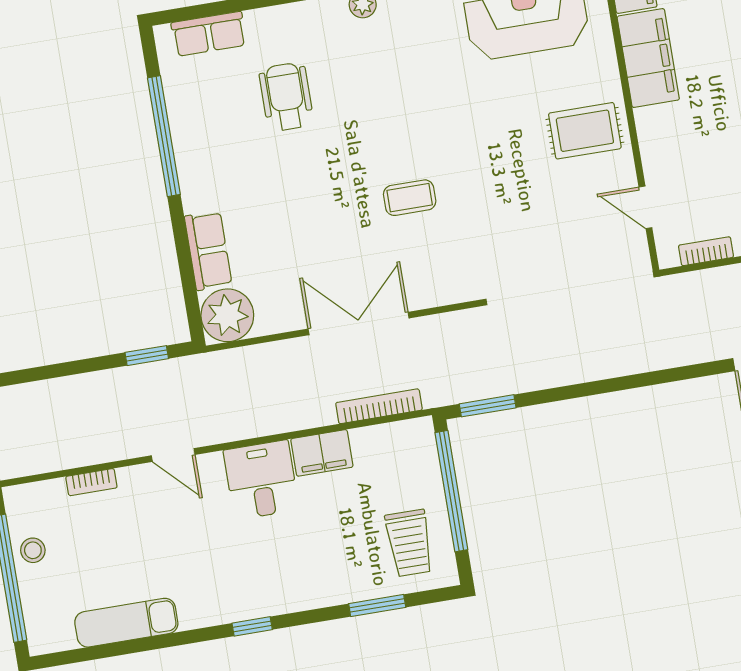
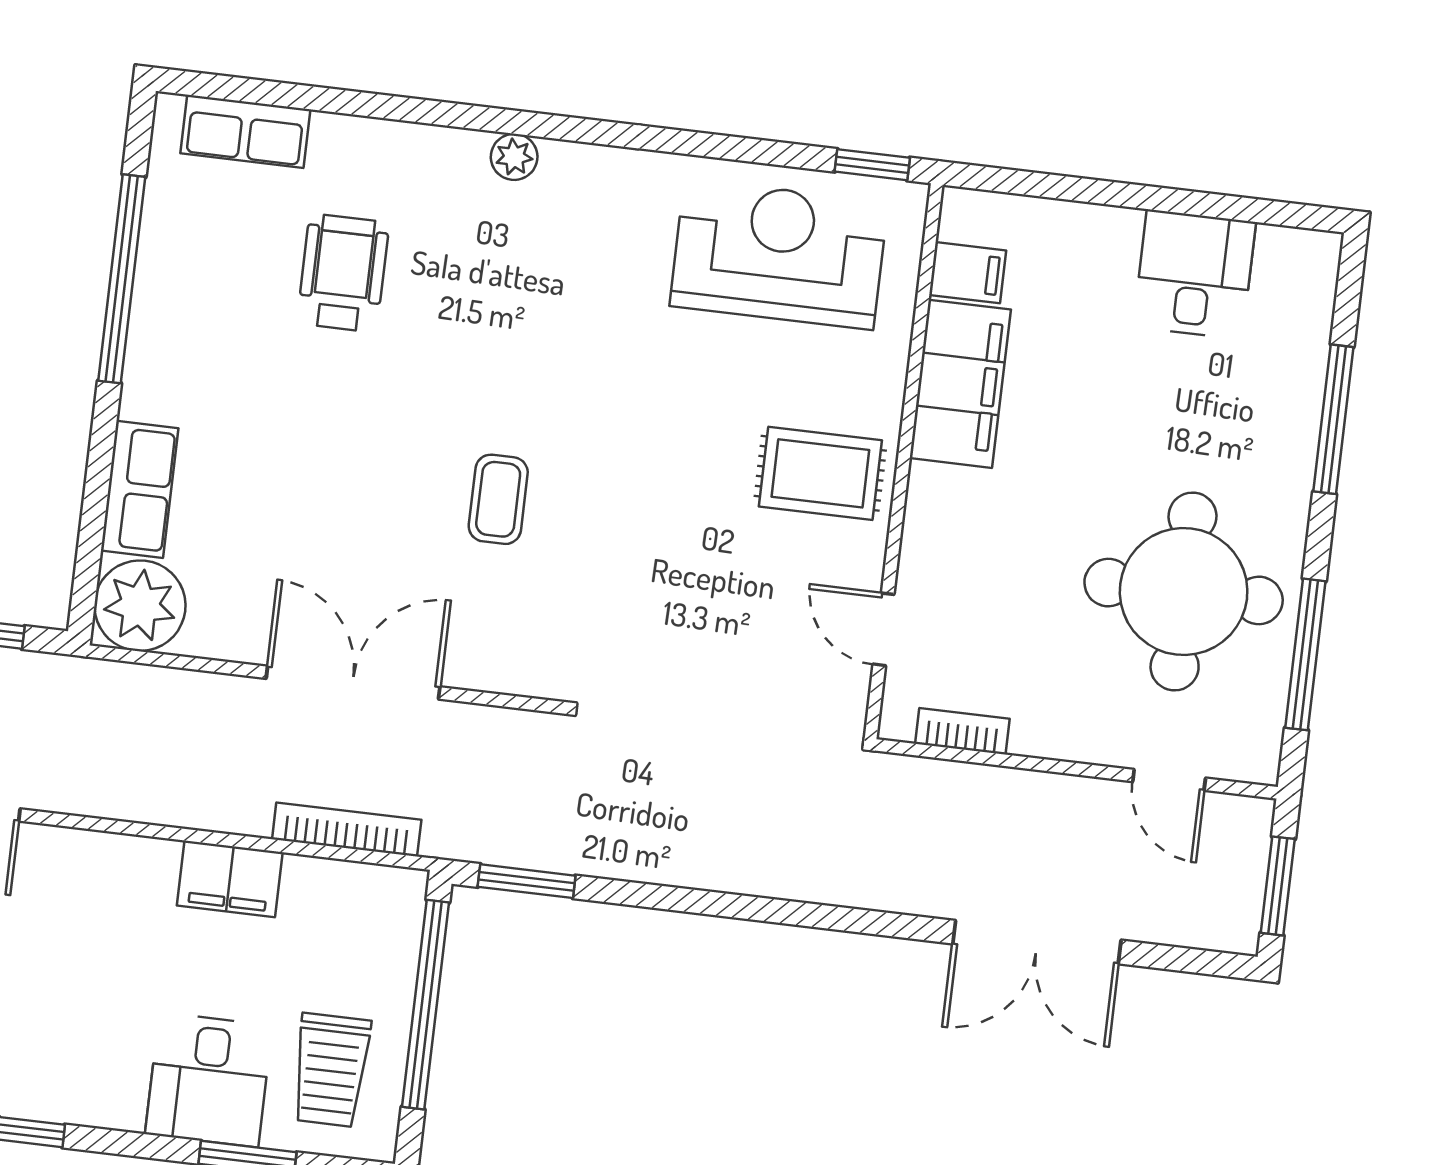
coffee table: (410, 198) -> (498, 499), turned 90
desk: (261, 480) -> (209, 1080), moved, turned 180

